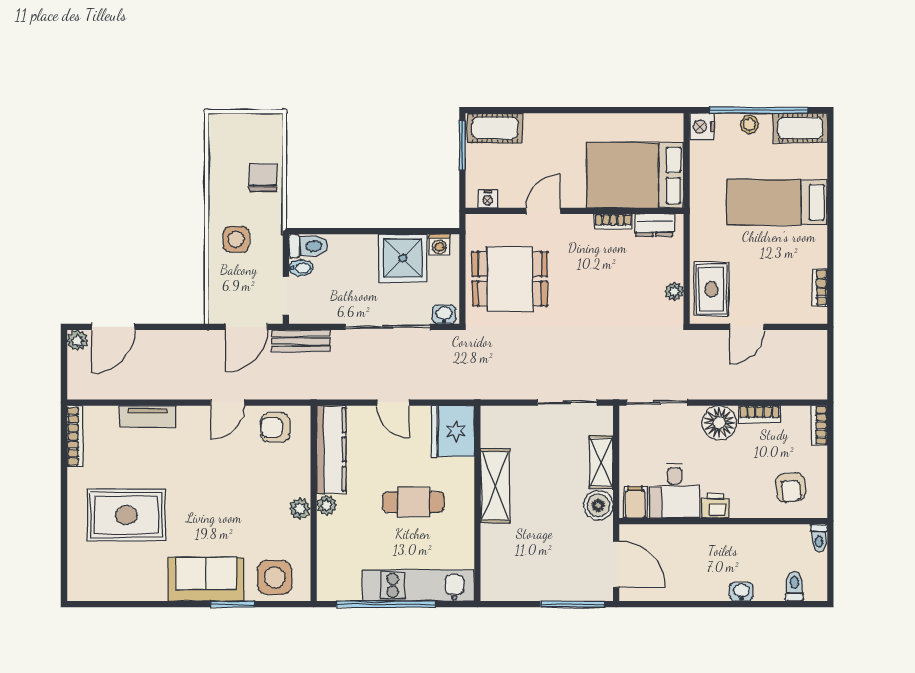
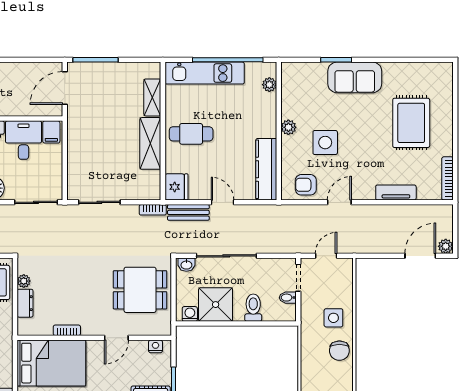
chair: (263, 178) -> (339, 351), moved
dresser: (654, 225) -> (25, 303), moved, turned 90
toilet: (308, 246) -> (253, 308), moved, turned 90
door: (247, 327) -> (326, 256), width x0.73
bench: (301, 341) -> (188, 212), moved
bookcase: (492, 392) -> (153, 210), added
armchair: (275, 427) -> (306, 185), turned 180
fridge: (453, 431) -> (176, 187), width x0.73, depth x0.75
shelving: (601, 462) -> (152, 97), moved
cafe table: (413, 502) -> (191, 134), moved
plant: (327, 505) -> (269, 85), moved
boiler: (598, 505) -> (77, 130), removed
rug: (126, 515) -> (411, 123), turned 90
door: (616, 564) -> (65, 88), hinge flipped
side table: (275, 577) -> (325, 143), moved

